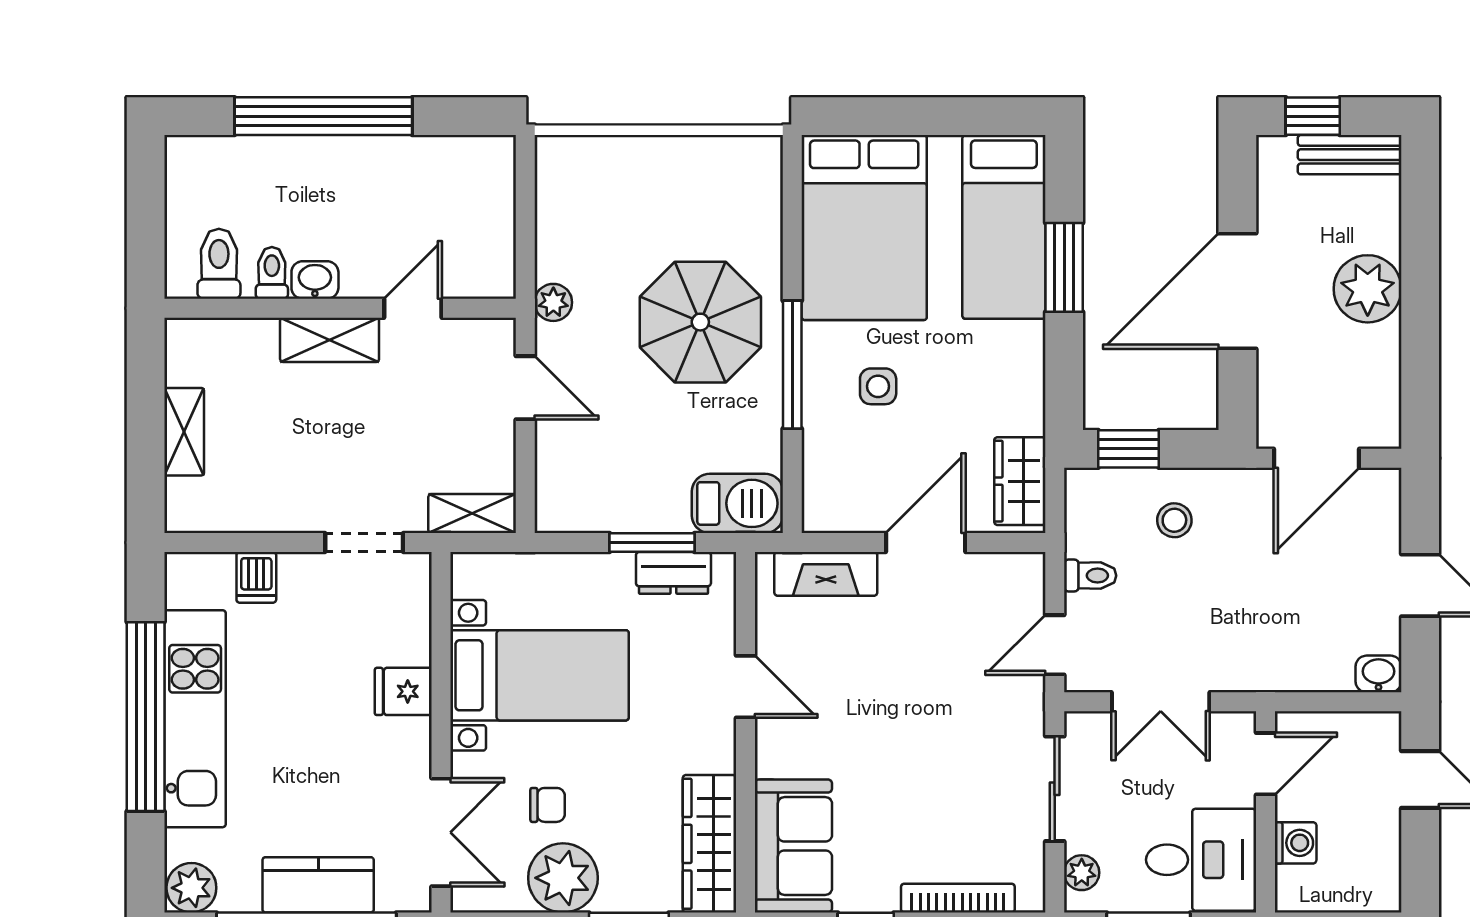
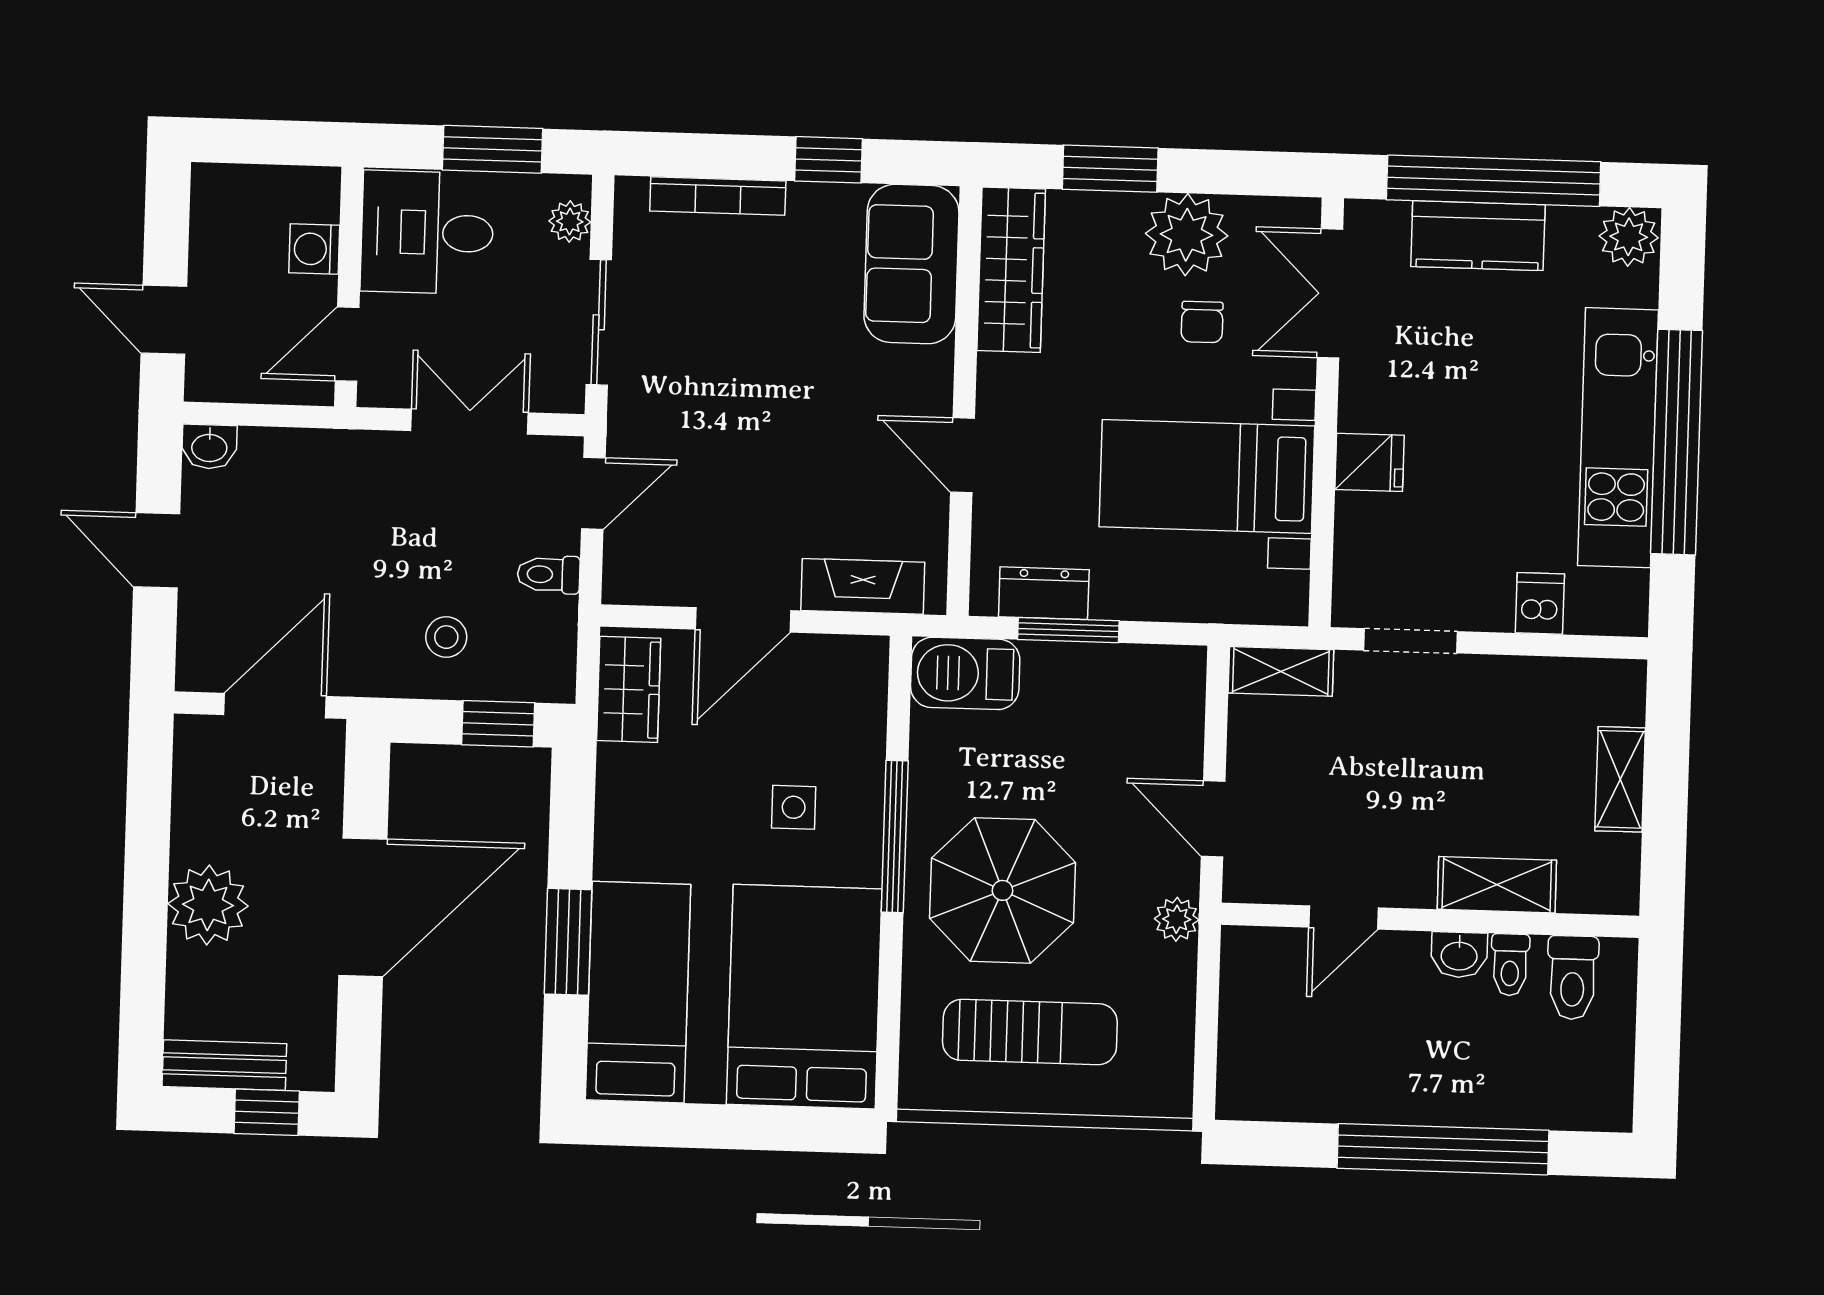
sun lounger: (674, 204) -> (1030, 1032), added
shelving: (330, 340) -> (1497, 885), moved
chair: (548, 805) -> (1202, 322), turned -90

